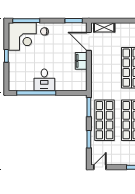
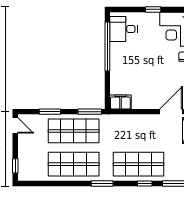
filing cabinet: (81, 61) -> (120, 102), moved
desk: (44, 80) -> (123, 29), moved

